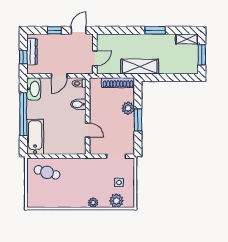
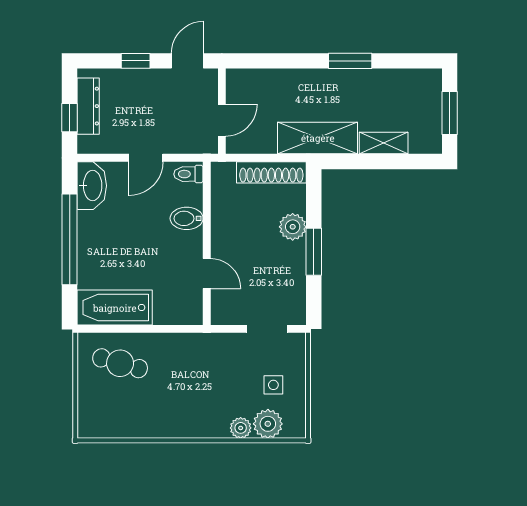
shelving: (187, 39) -> (384, 143), moved
bathtub: (35, 137) -> (115, 308), moved, turned -90
plant: (93, 203) -> (241, 428), moved

